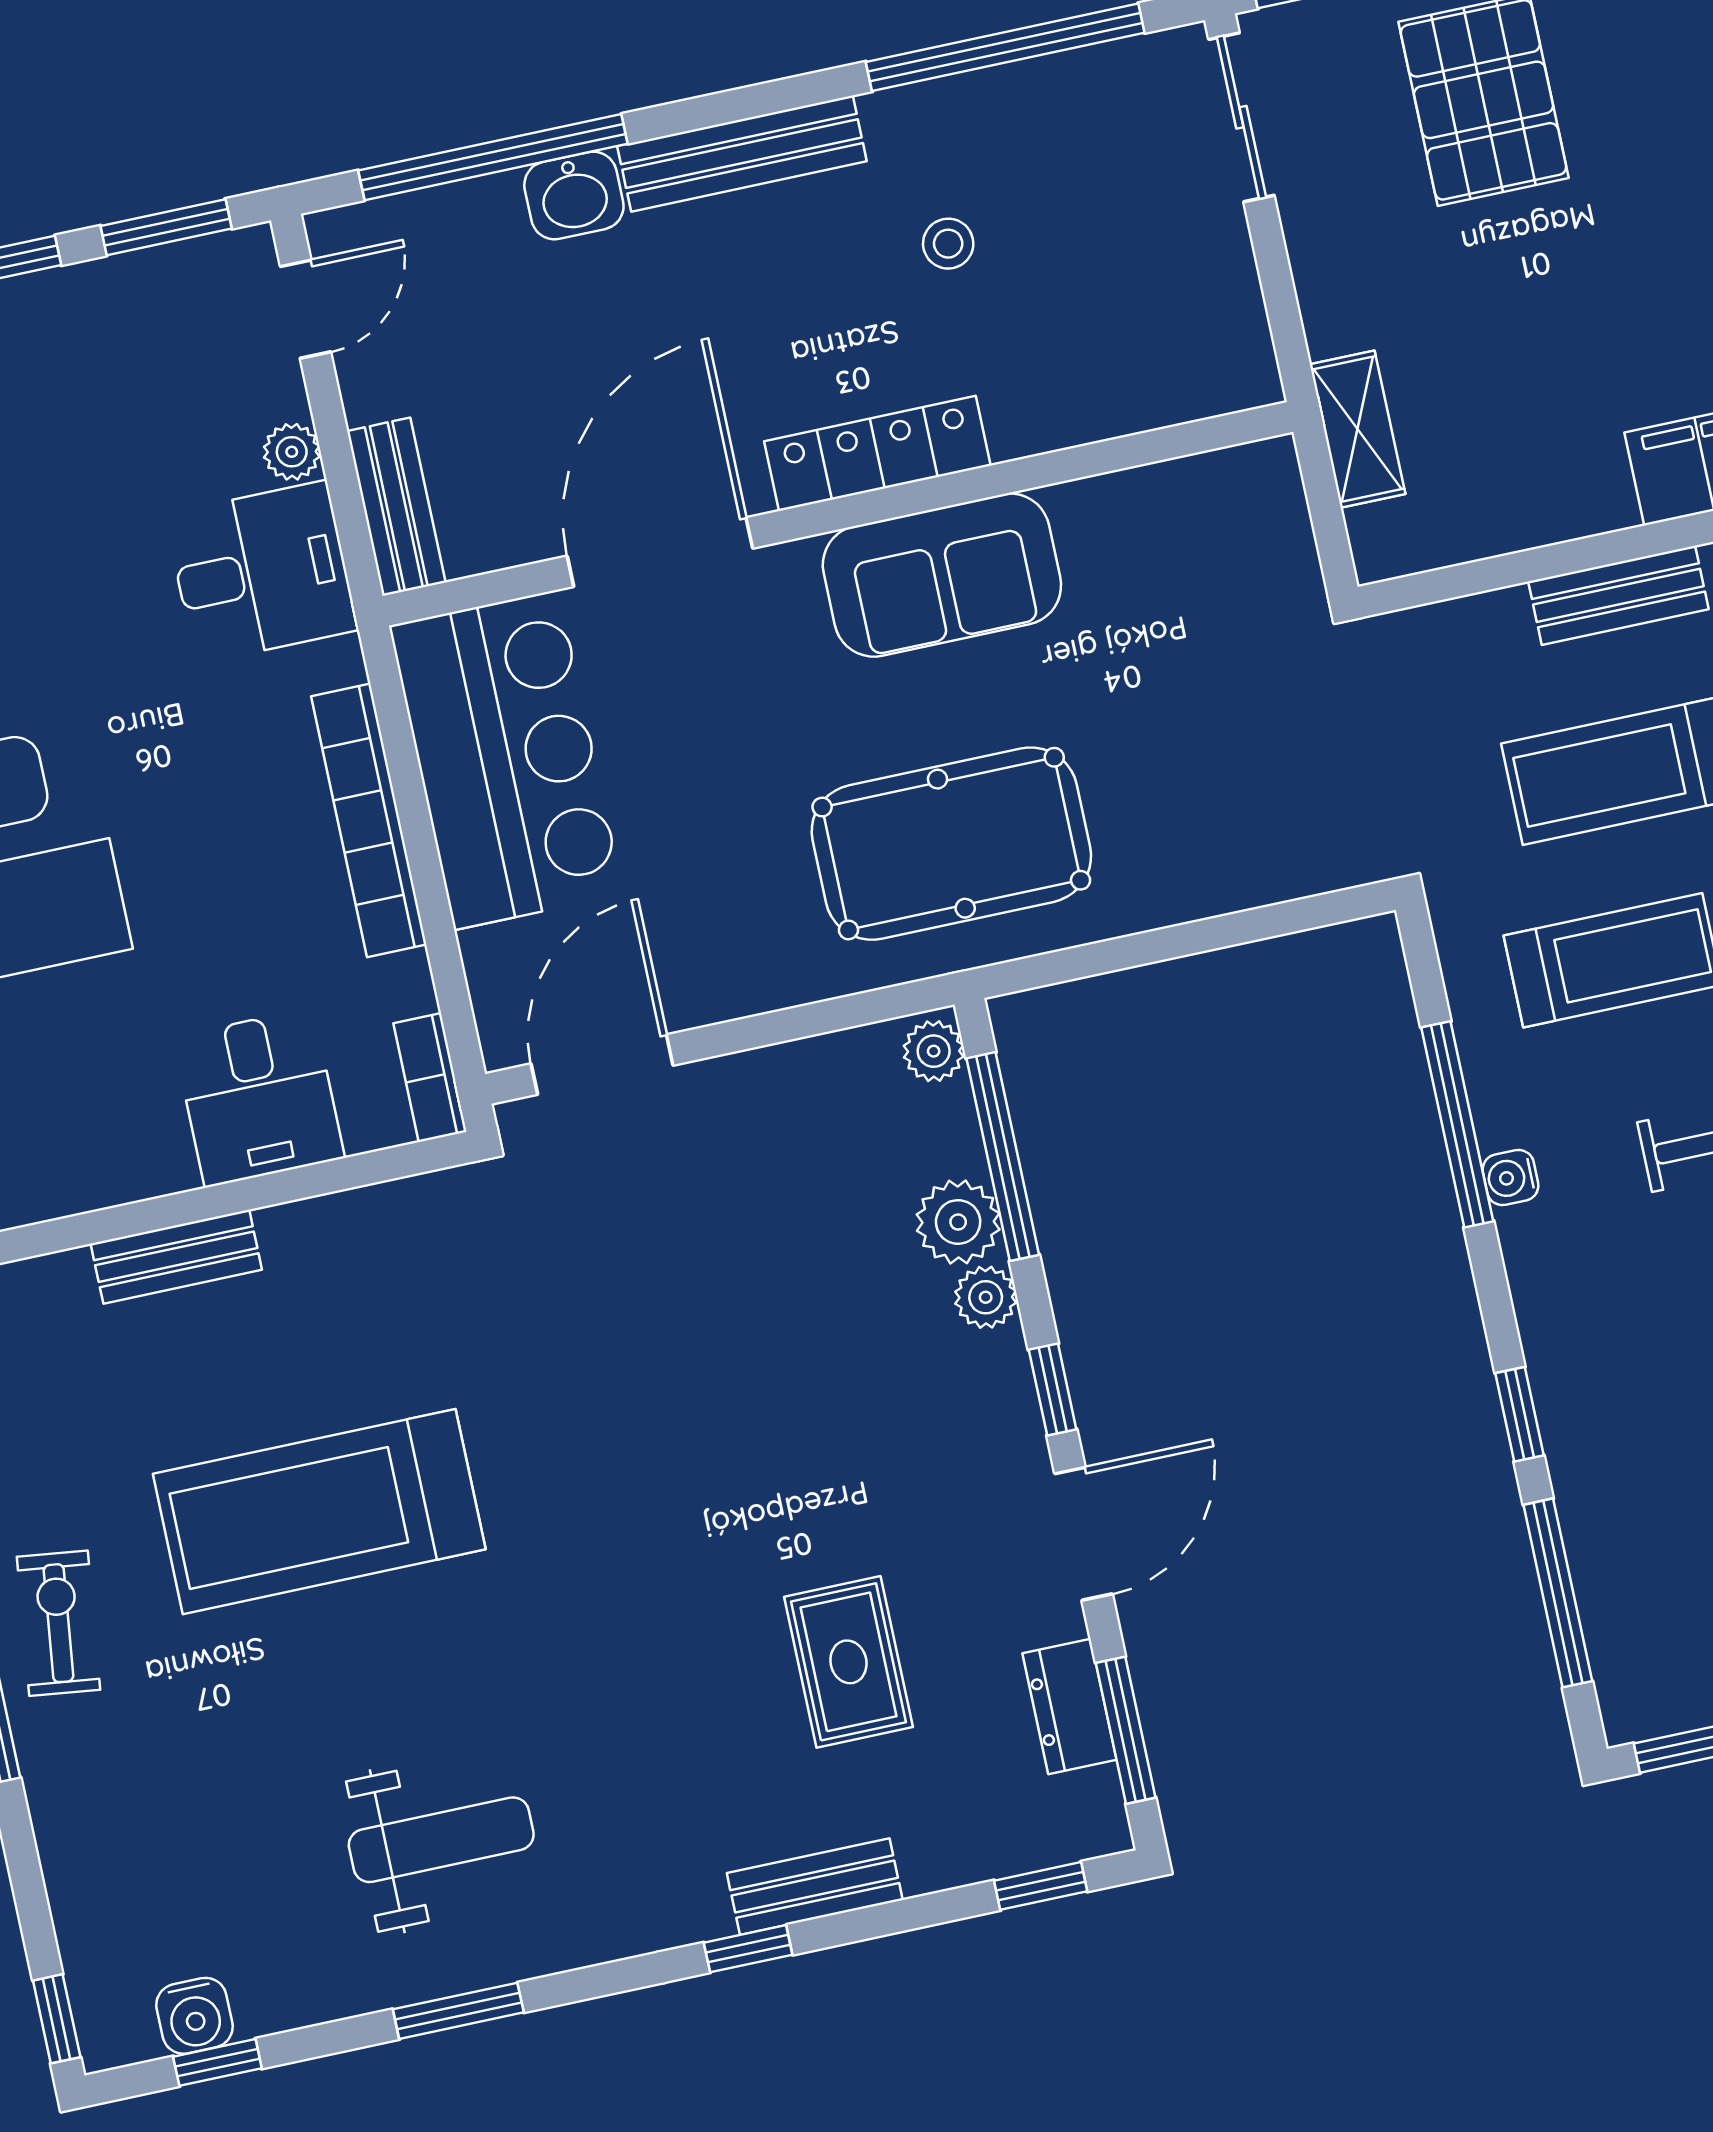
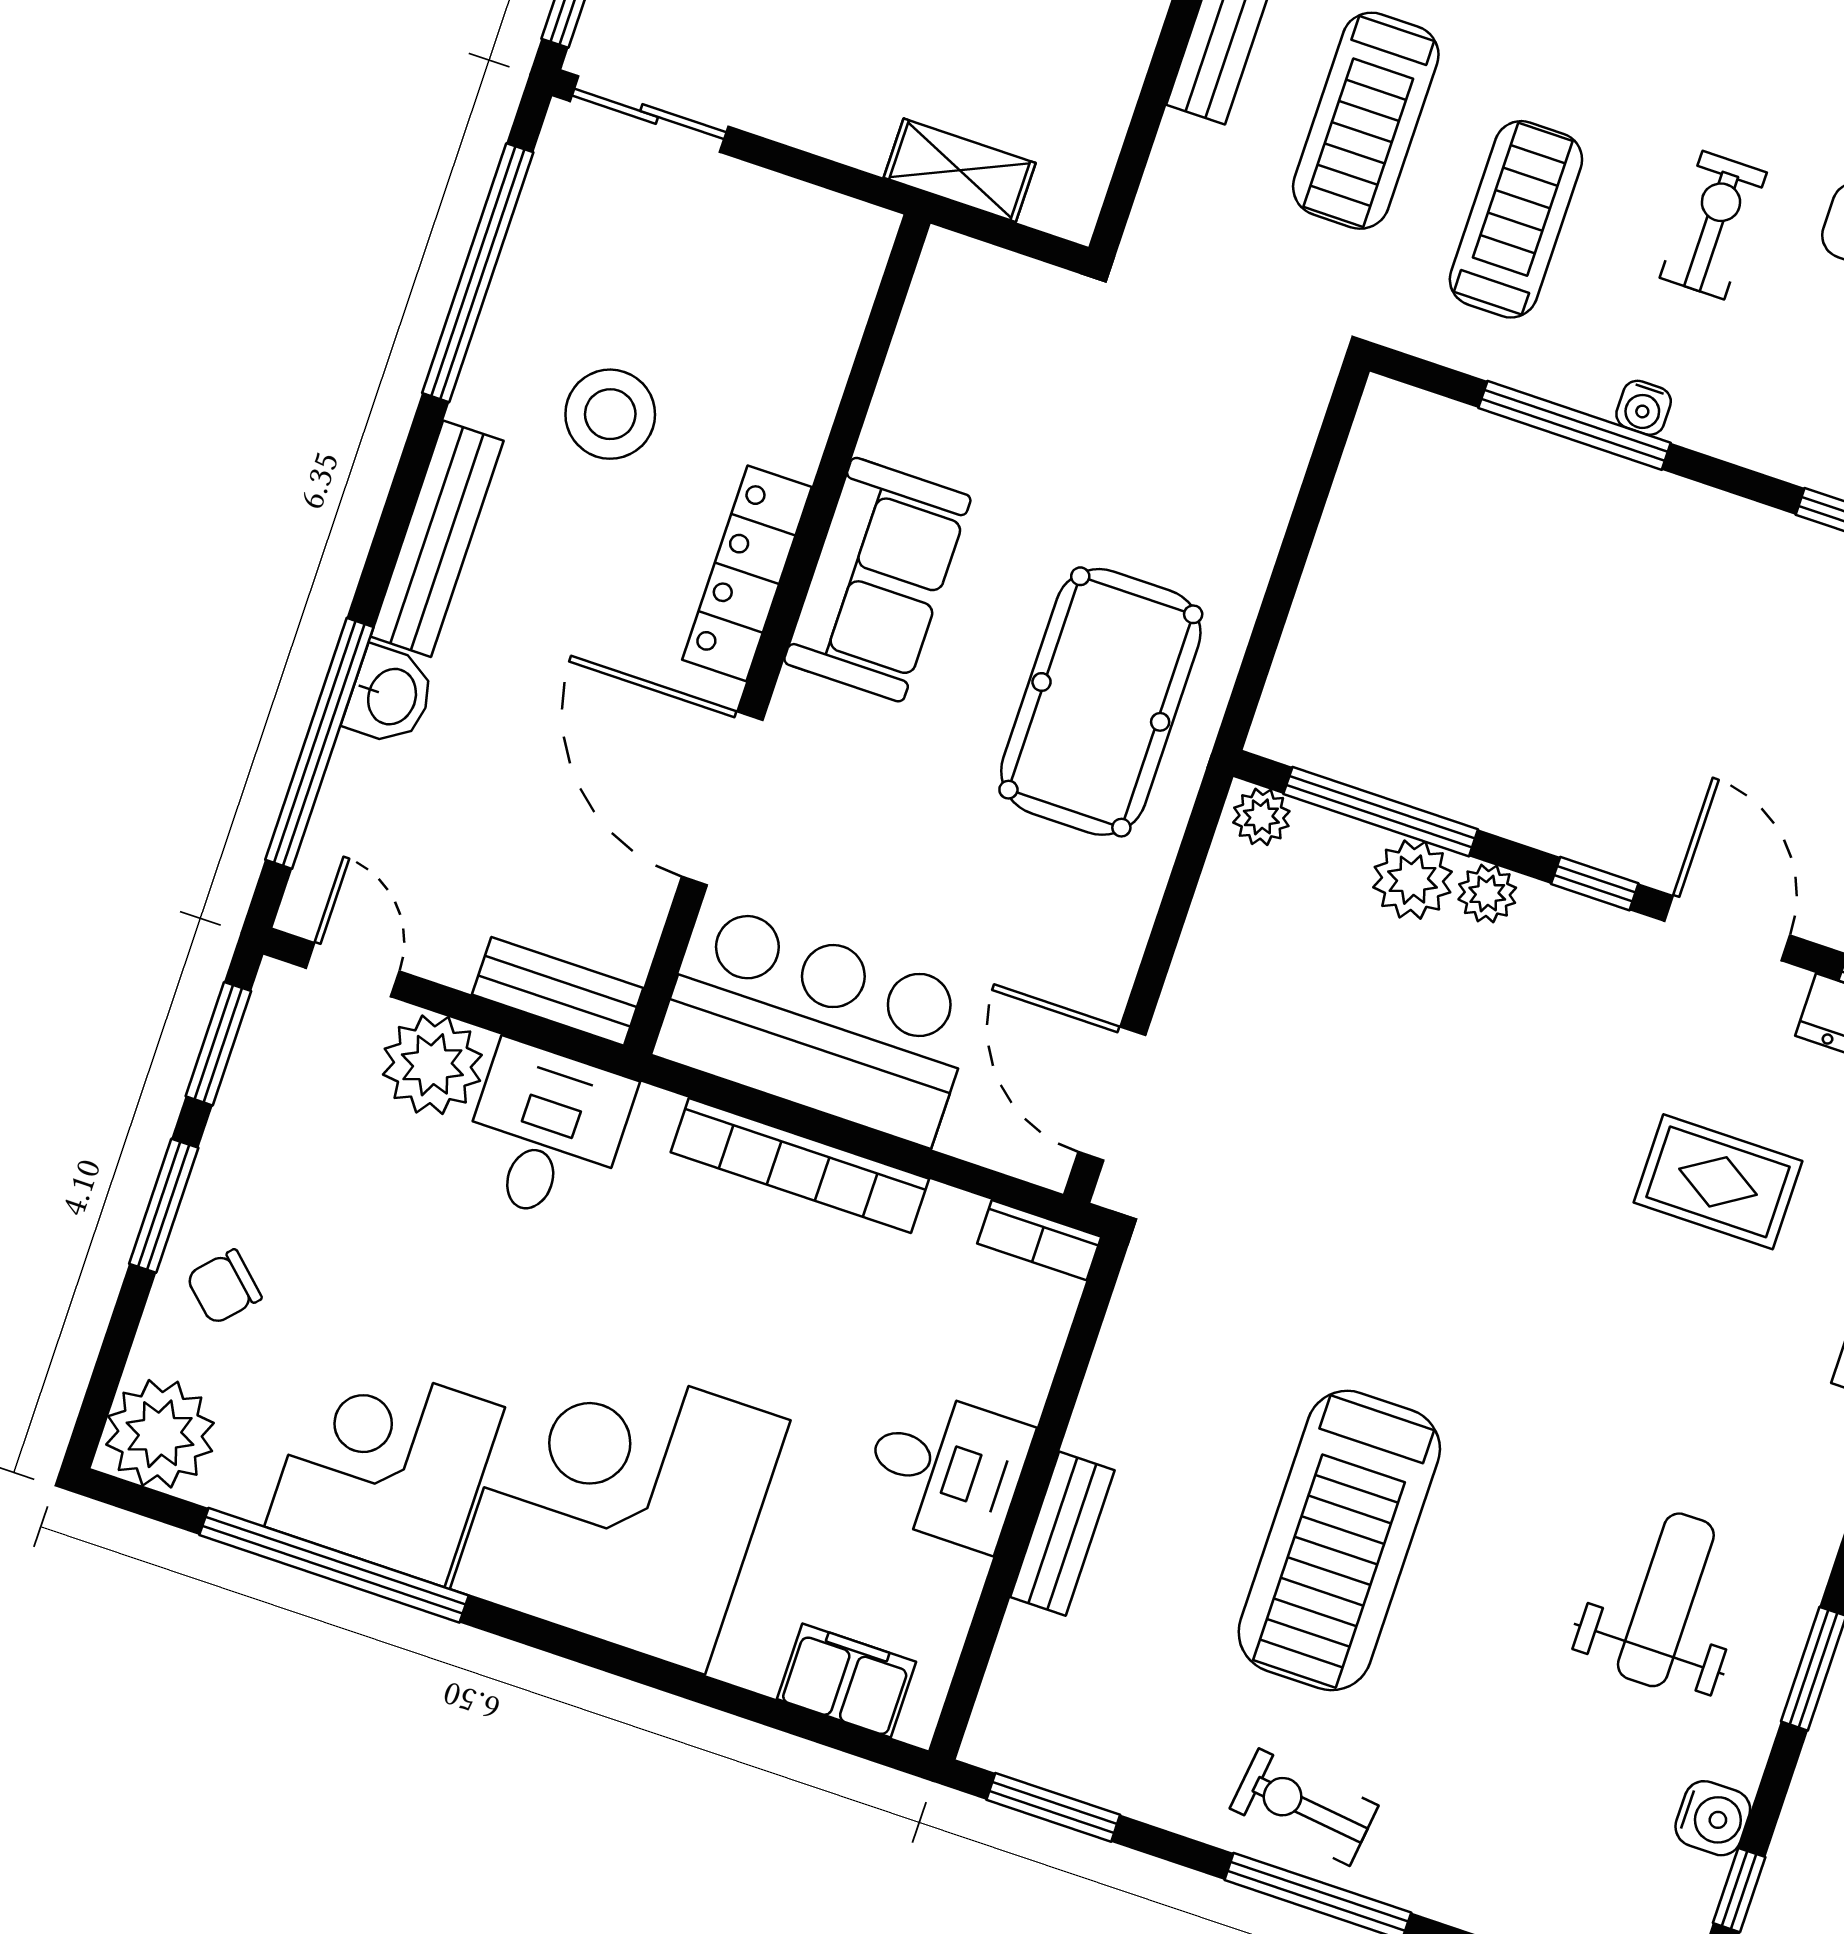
stool: (948, 244) -> (610, 414), width x1.89, depth x1.89
plant: (292, 452) -> (432, 1065), width x1.88, depth x1.88
desk: (259, 1098) -> (946, 1469), moved
water cooler: (195, 2016) -> (1713, 1818), moved

